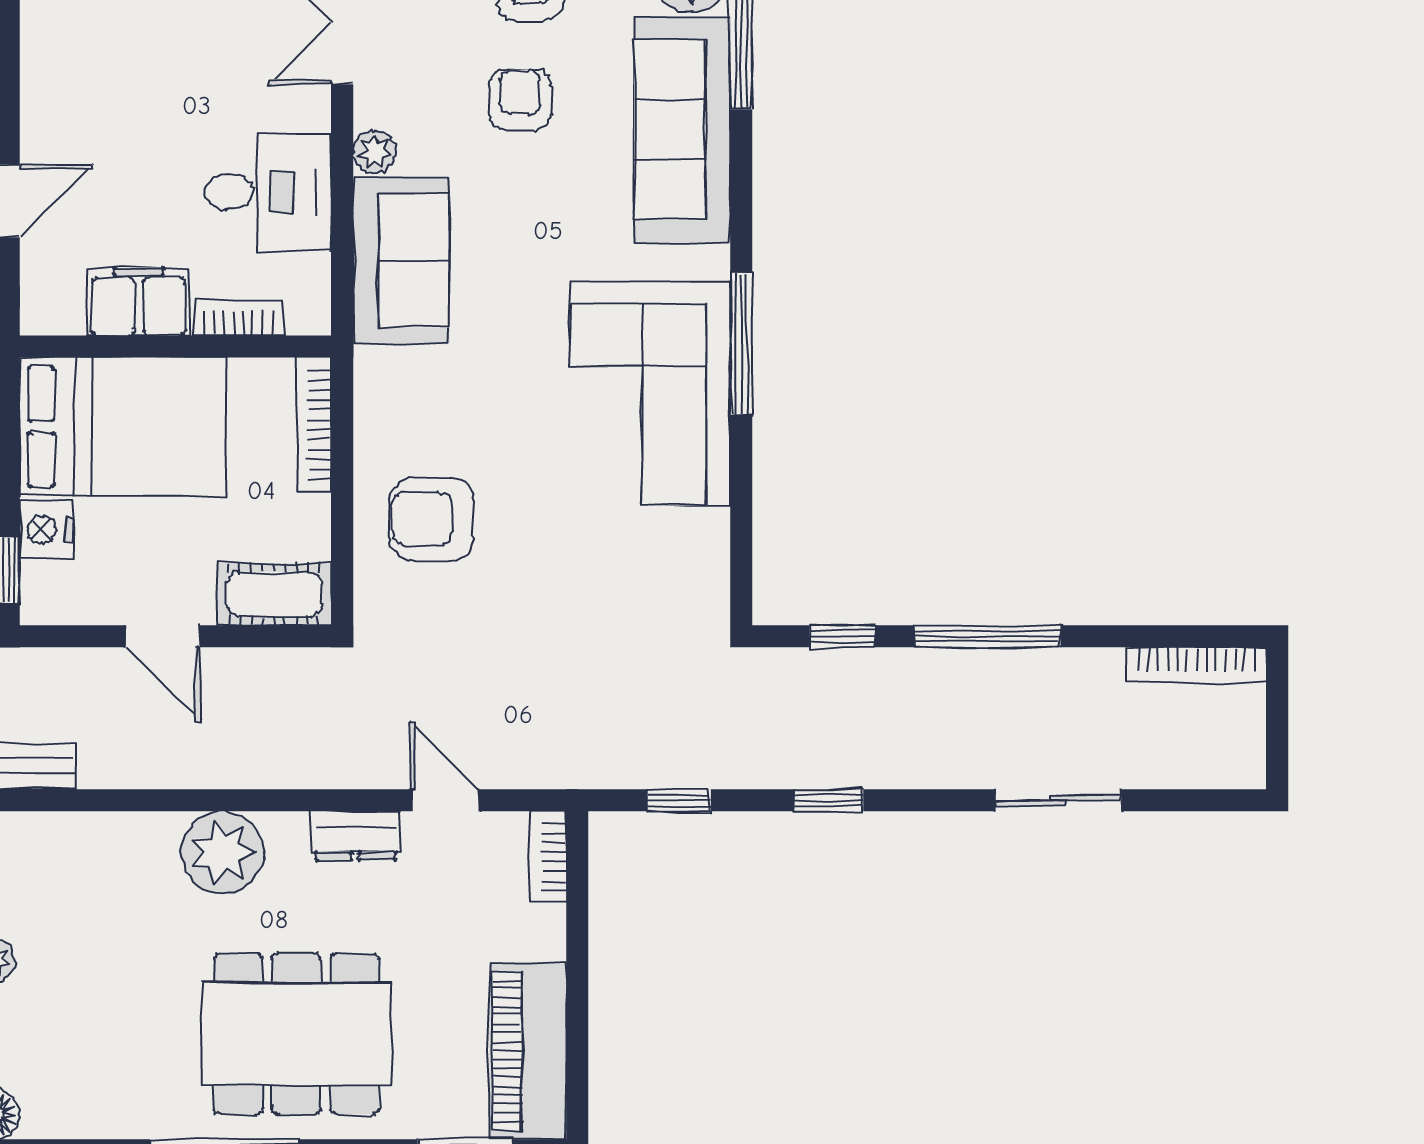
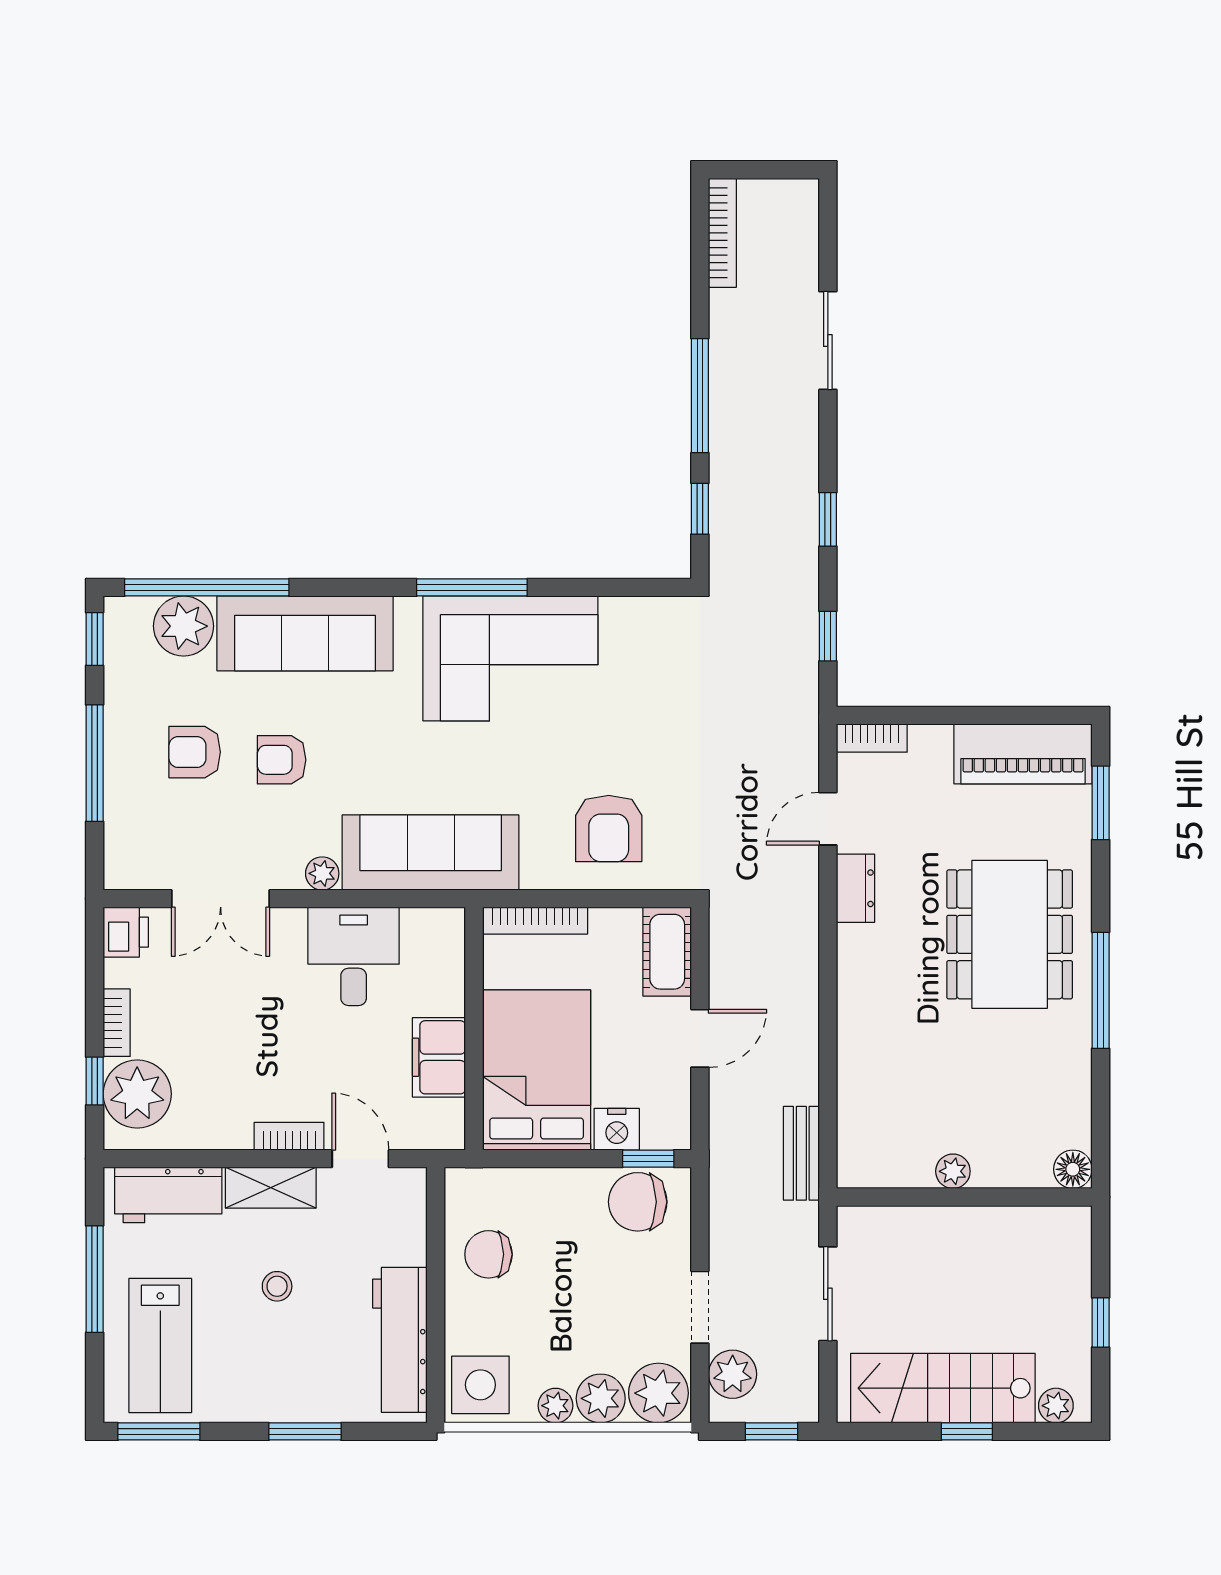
sofa: (401, 261) -> (431, 853), width x1.36
bookcase: (239, 318) -> (289, 1136), moved, turned 90
plant: (222, 852) -> (868, 992), removed

